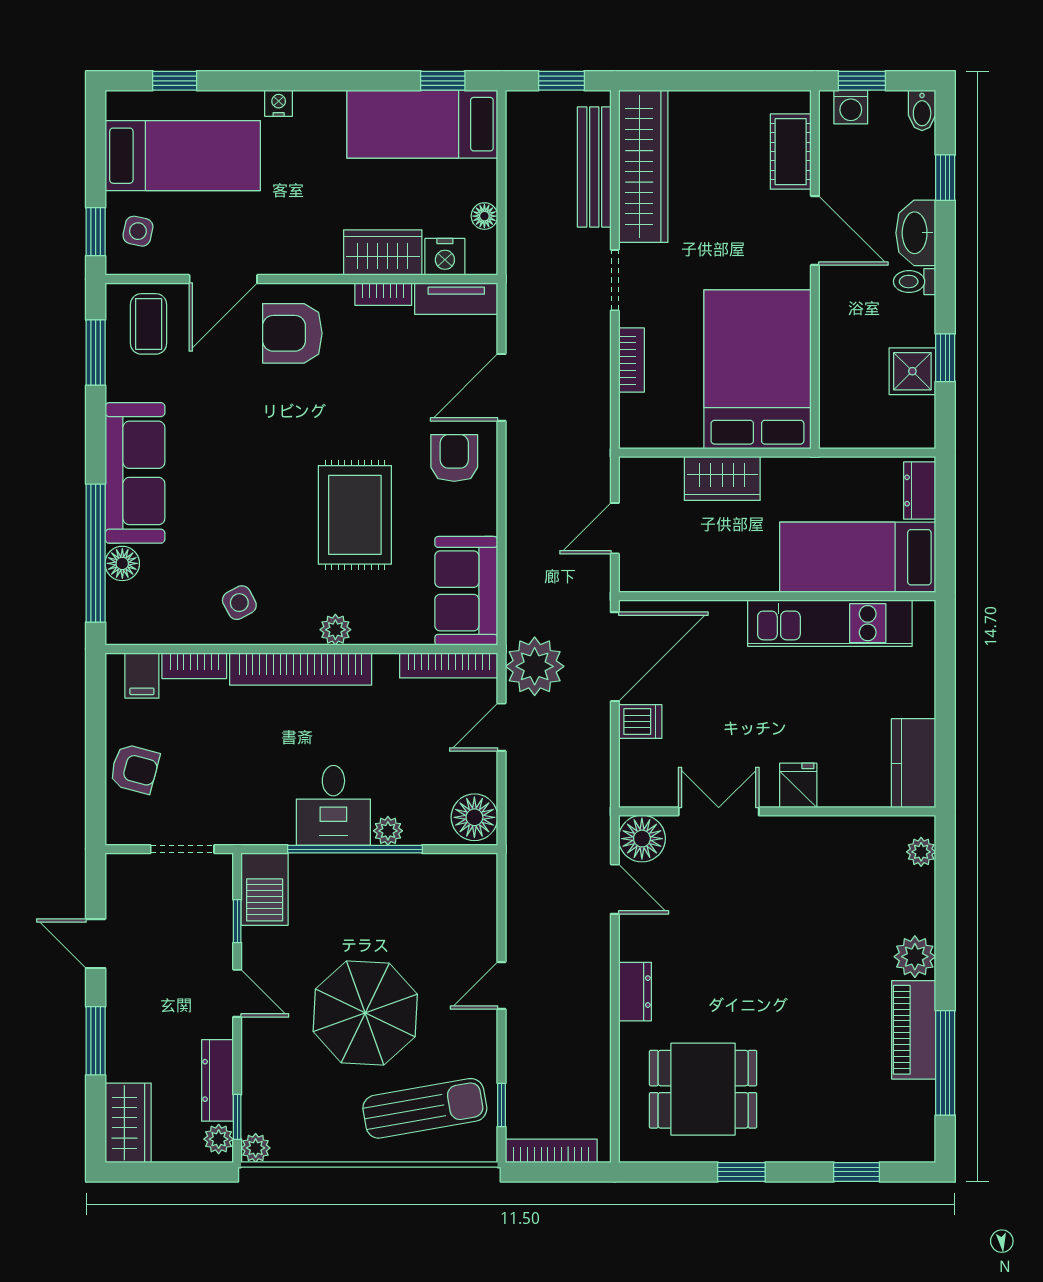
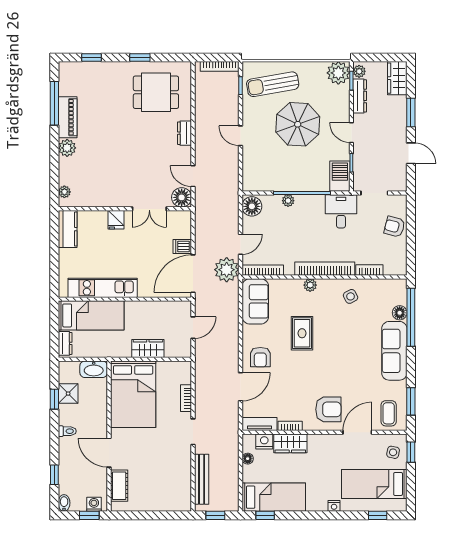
wardrobe: (643, 166) -> (181, 479), removed
washbasin: (916, 233) -> (94, 369), moved, turned 90
rug: (355, 515) -> (302, 333), width x0.73, depth x0.70
filing cabinet: (142, 675) -> (391, 266), removed
desk: (333, 805) -> (341, 211), moved
door: (502, 985) -> (240, 136), swing flipped
plant: (256, 1148) -> (338, 73), width x1.88, depth x1.88

